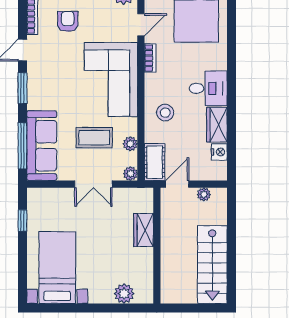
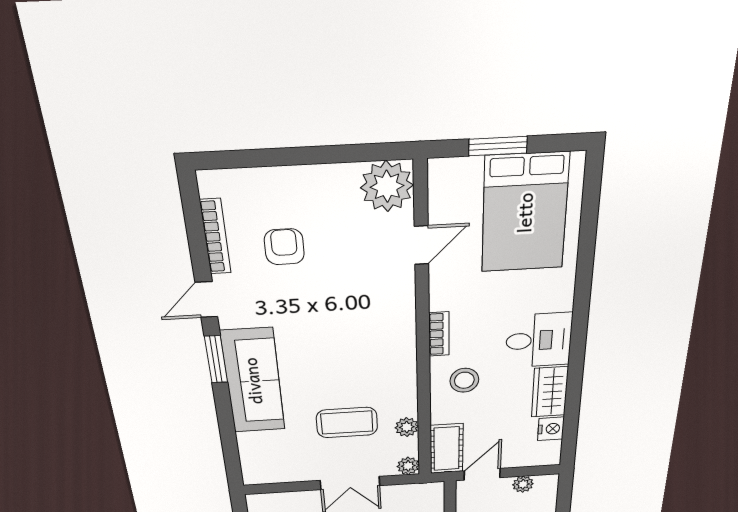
bookcase: (150, 58) -> (439, 334), moved
corner sofa: (111, 79) -> (370, 337), removed
window: (22, 146) -> (229, 441), removed
sofa: (42, 146) -> (253, 381), moved

